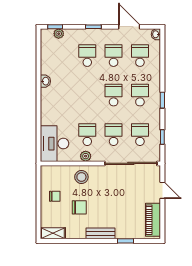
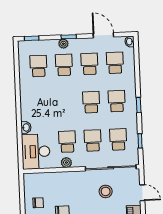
plant: (59, 34) -> (63, 44), moved
school desk: (61, 56) -> (38, 66), added
washbasin: (45, 81) -> (26, 127), moved
stool: (81, 177) -> (106, 191), moved

